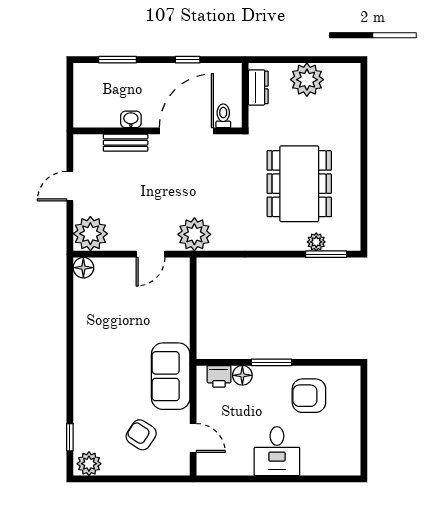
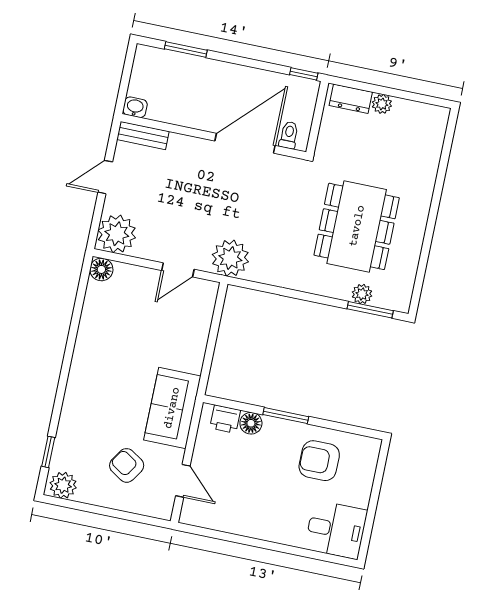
window: (188, 60) -> (304, 74), moved
plant: (307, 80) -> (382, 104), width x0.53, depth x0.53
dresser: (258, 87) -> (351, 99), moved, turned 90
washbasin: (131, 119) -> (135, 107), moved
bench: (126, 143) -> (143, 135), moved
desk: (277, 451) -> (336, 530), moved, turned -90

